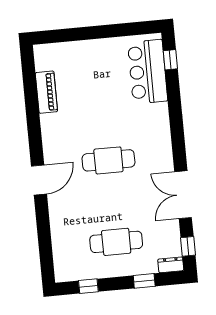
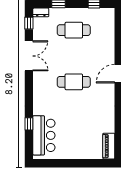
window: (170, 60) -> (29, 124), moved
piano: (46, 92) -> (109, 146), moved

